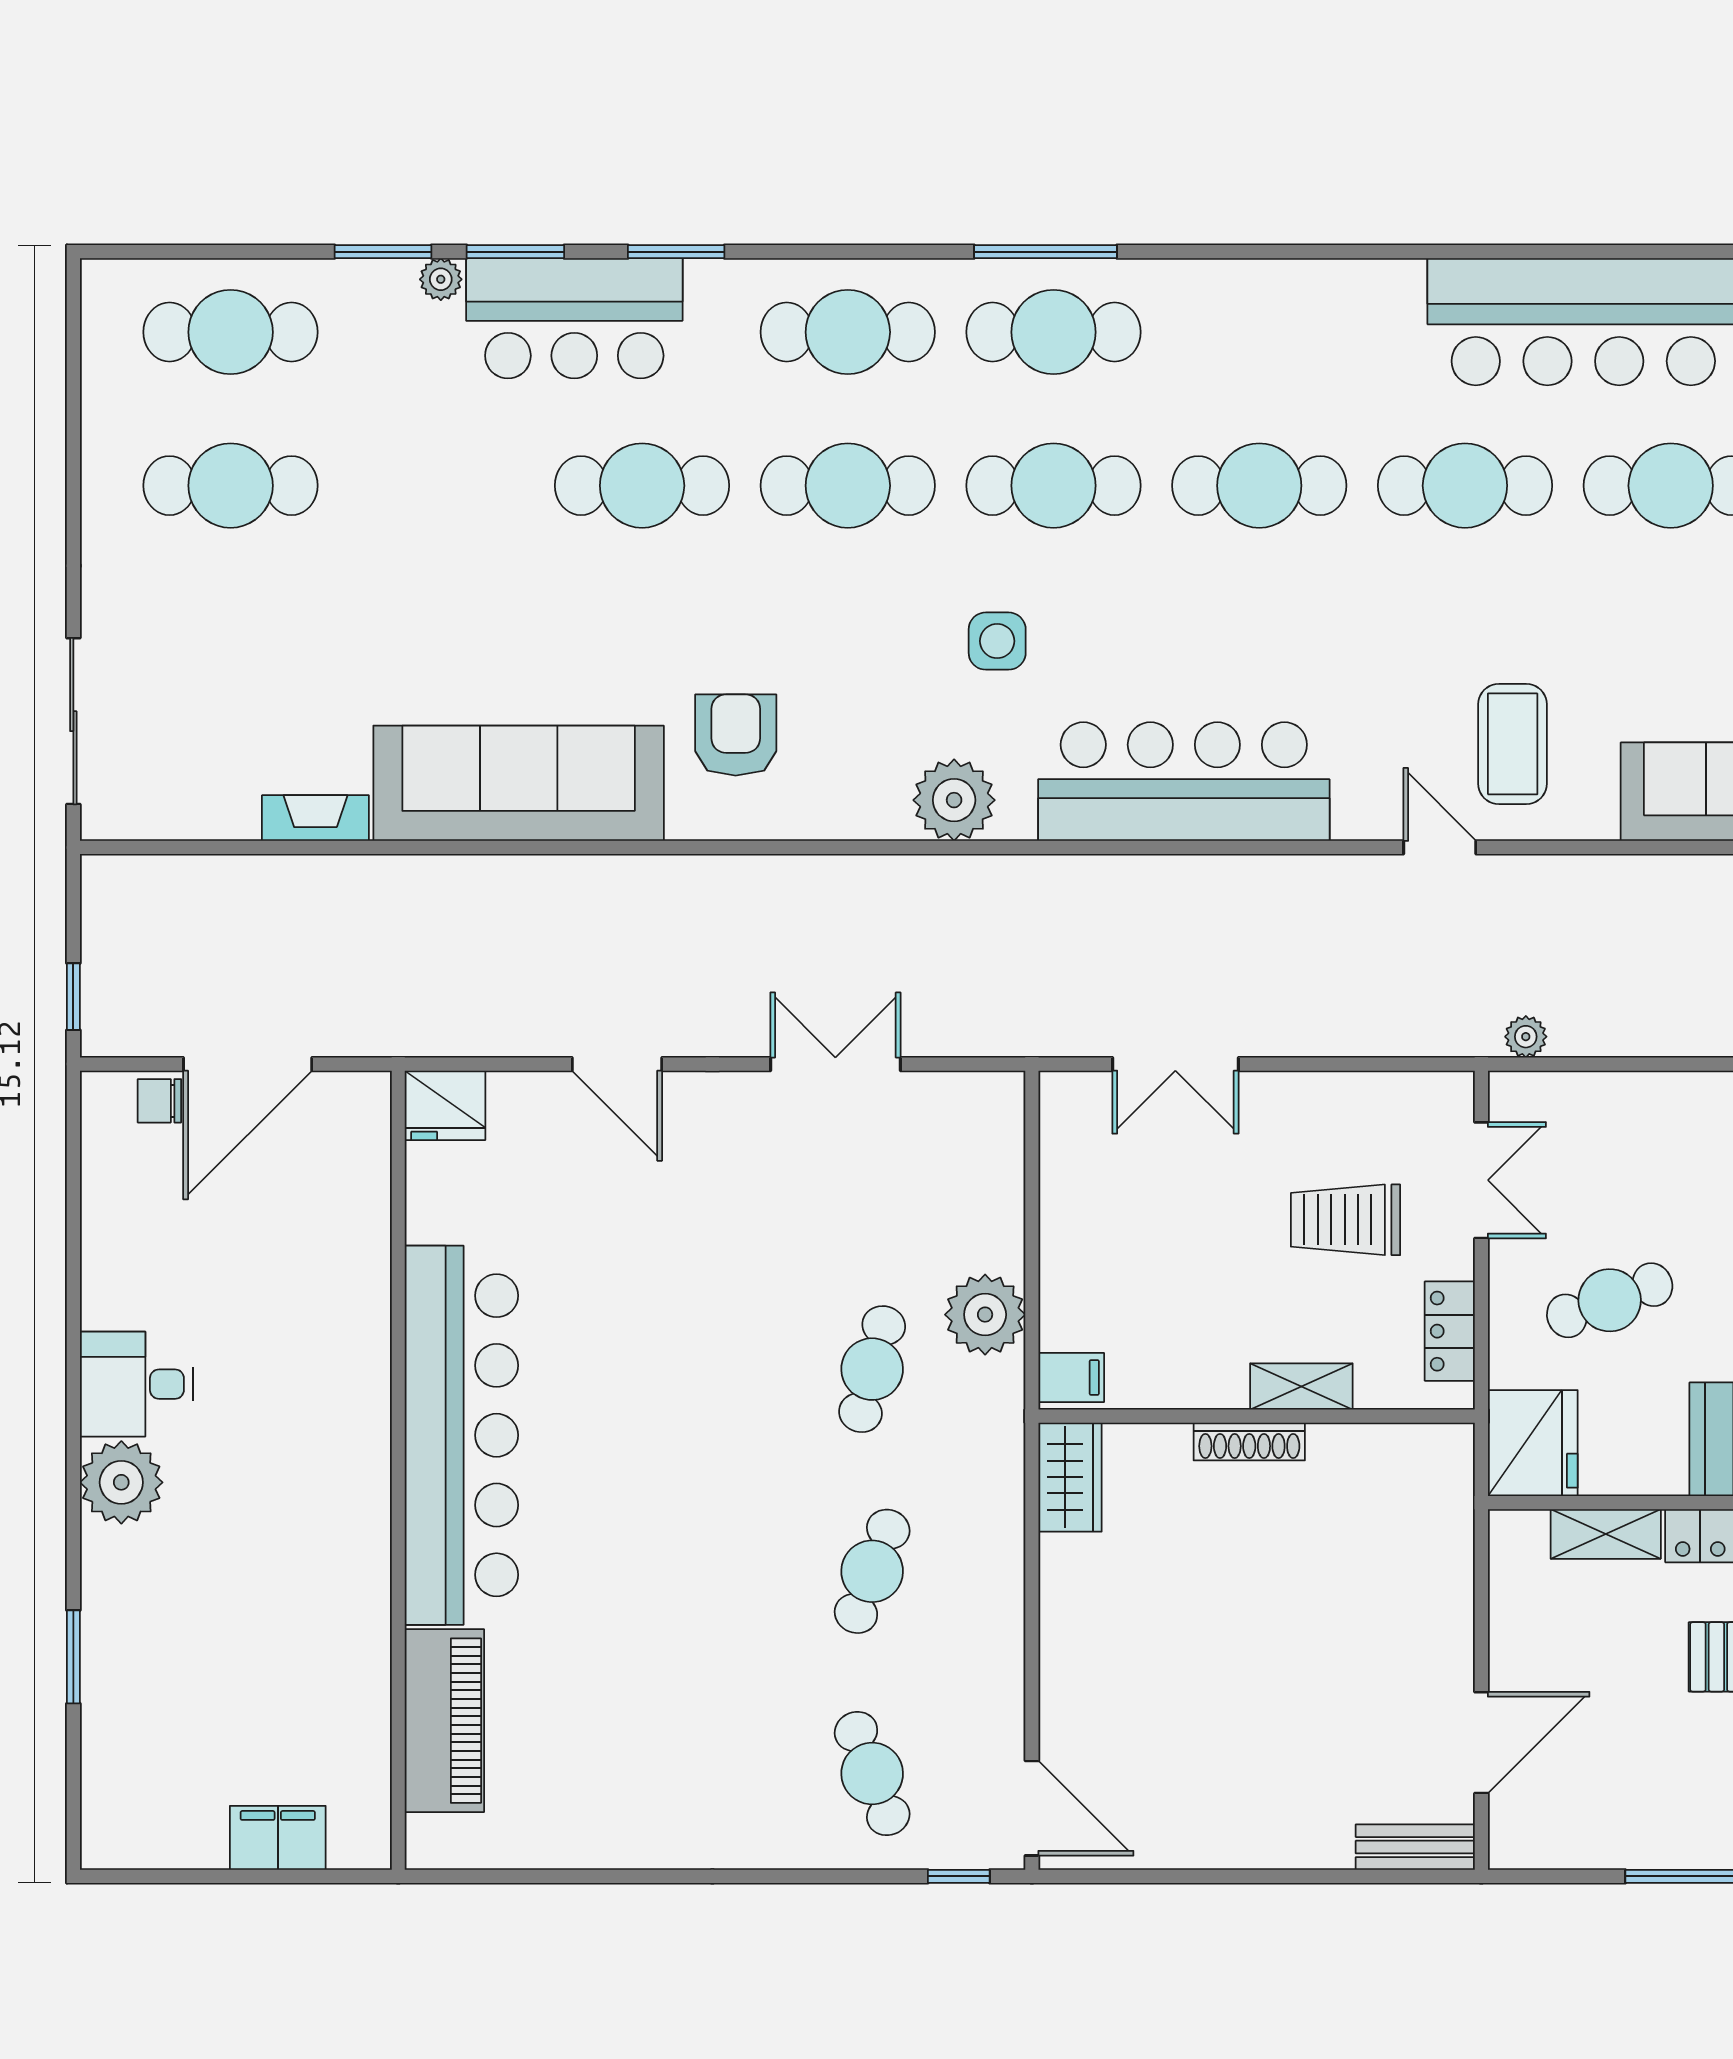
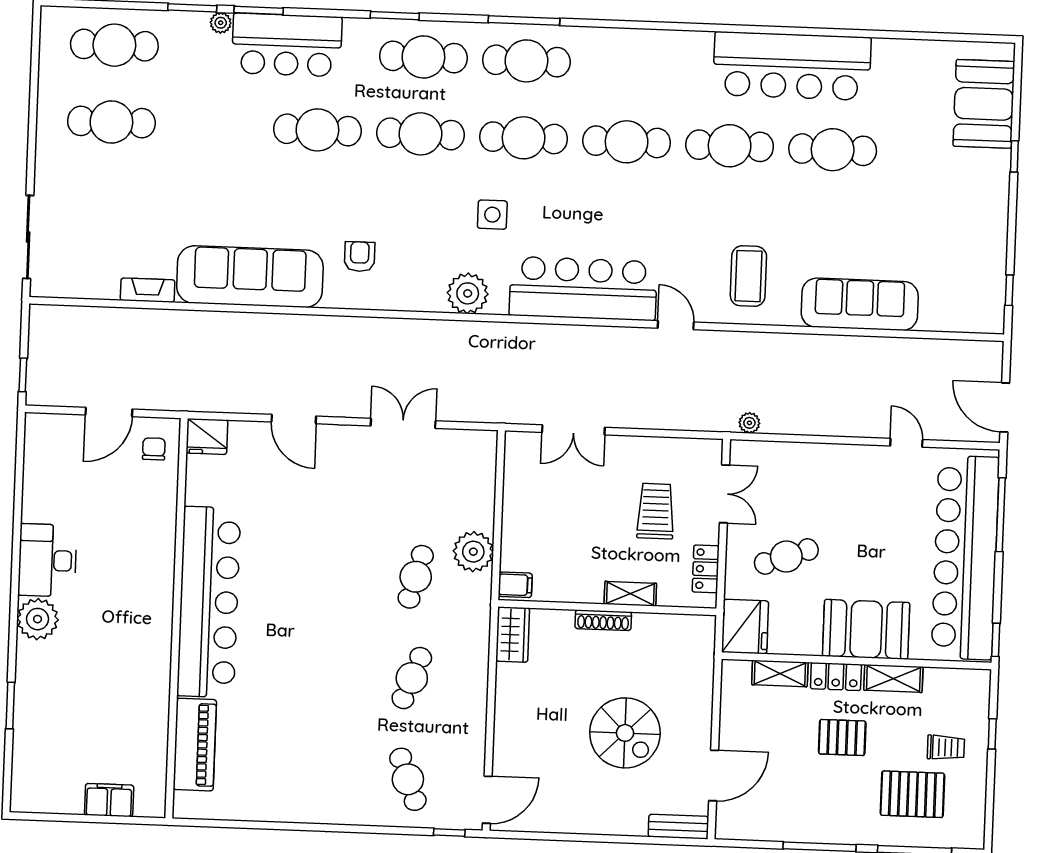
window: (676, 252) -> (395, 16), moved
armchair: (736, 735) -> (360, 257), width x0.72, depth x0.72
door: (1440, 847) -> (676, 325), moved
door: (248, 1064) -> (109, 412), width x0.73
chair: (159, 1101) -> (154, 449), moved, turned 90
trolley: (1346, 1220) -> (656, 511), turned 90
desk: (136, 1384) -> (47, 560), width x1.37
spiral stairs: (1301, 1664) -> (625, 733), added
door: (1032, 1808) -> (487, 800), hinge flipped

